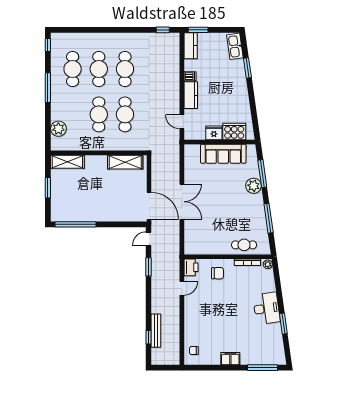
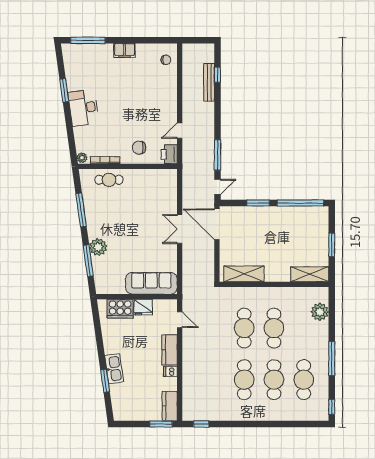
kitchen sink: (235, 46) -> (114, 369), moved
sofa: (223, 154) -> (151, 283), moved
double door: (182, 202) -> (180, 229), width x0.73
window: (113, 224) -> (258, 203), added
window: (149, 267) -> (217, 155), width x1.44

